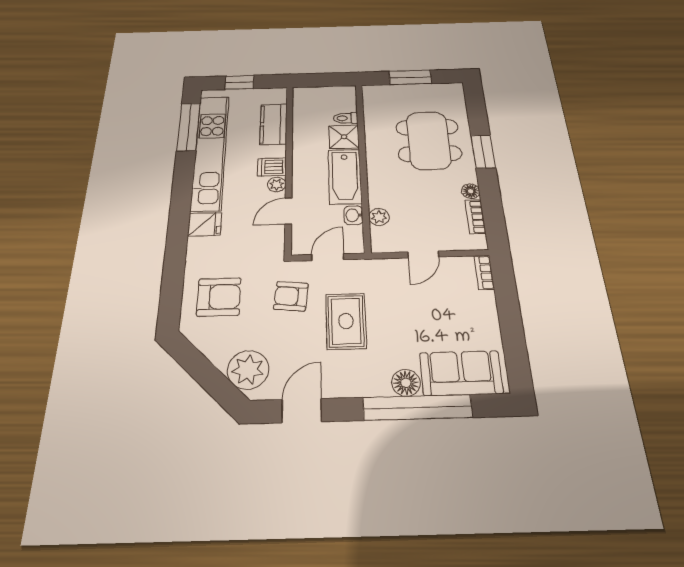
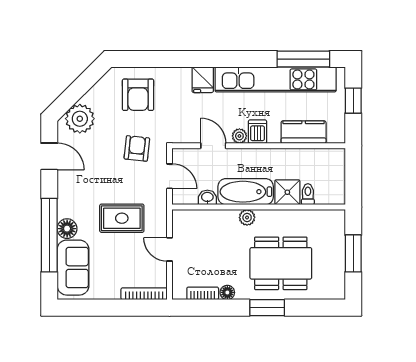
plant: (379, 217) -> (247, 217), moved
bookcase: (484, 272) -> (144, 294), width x1.56
rug: (346, 321) -> (122, 218), moved

